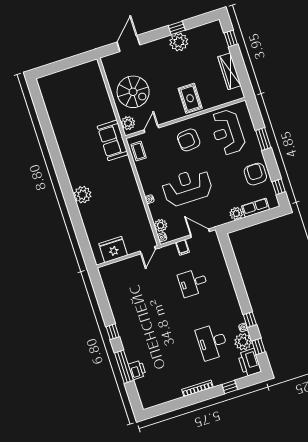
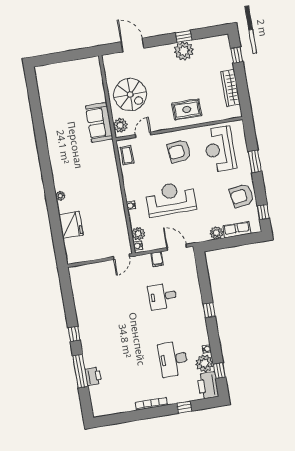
door: (128, 44) -> (133, 45), hinge flipped
rug: (190, 98) -> (187, 109), turned 90
sofa: (113, 140) -> (99, 122), moved
armchair: (255, 174) -> (242, 196), turned -99
plant: (82, 195) -> (60, 196), width x0.53, depth x0.53
fridge: (113, 249) -> (71, 225), moved, turned 90
window: (250, 320) -> (209, 310), moved

